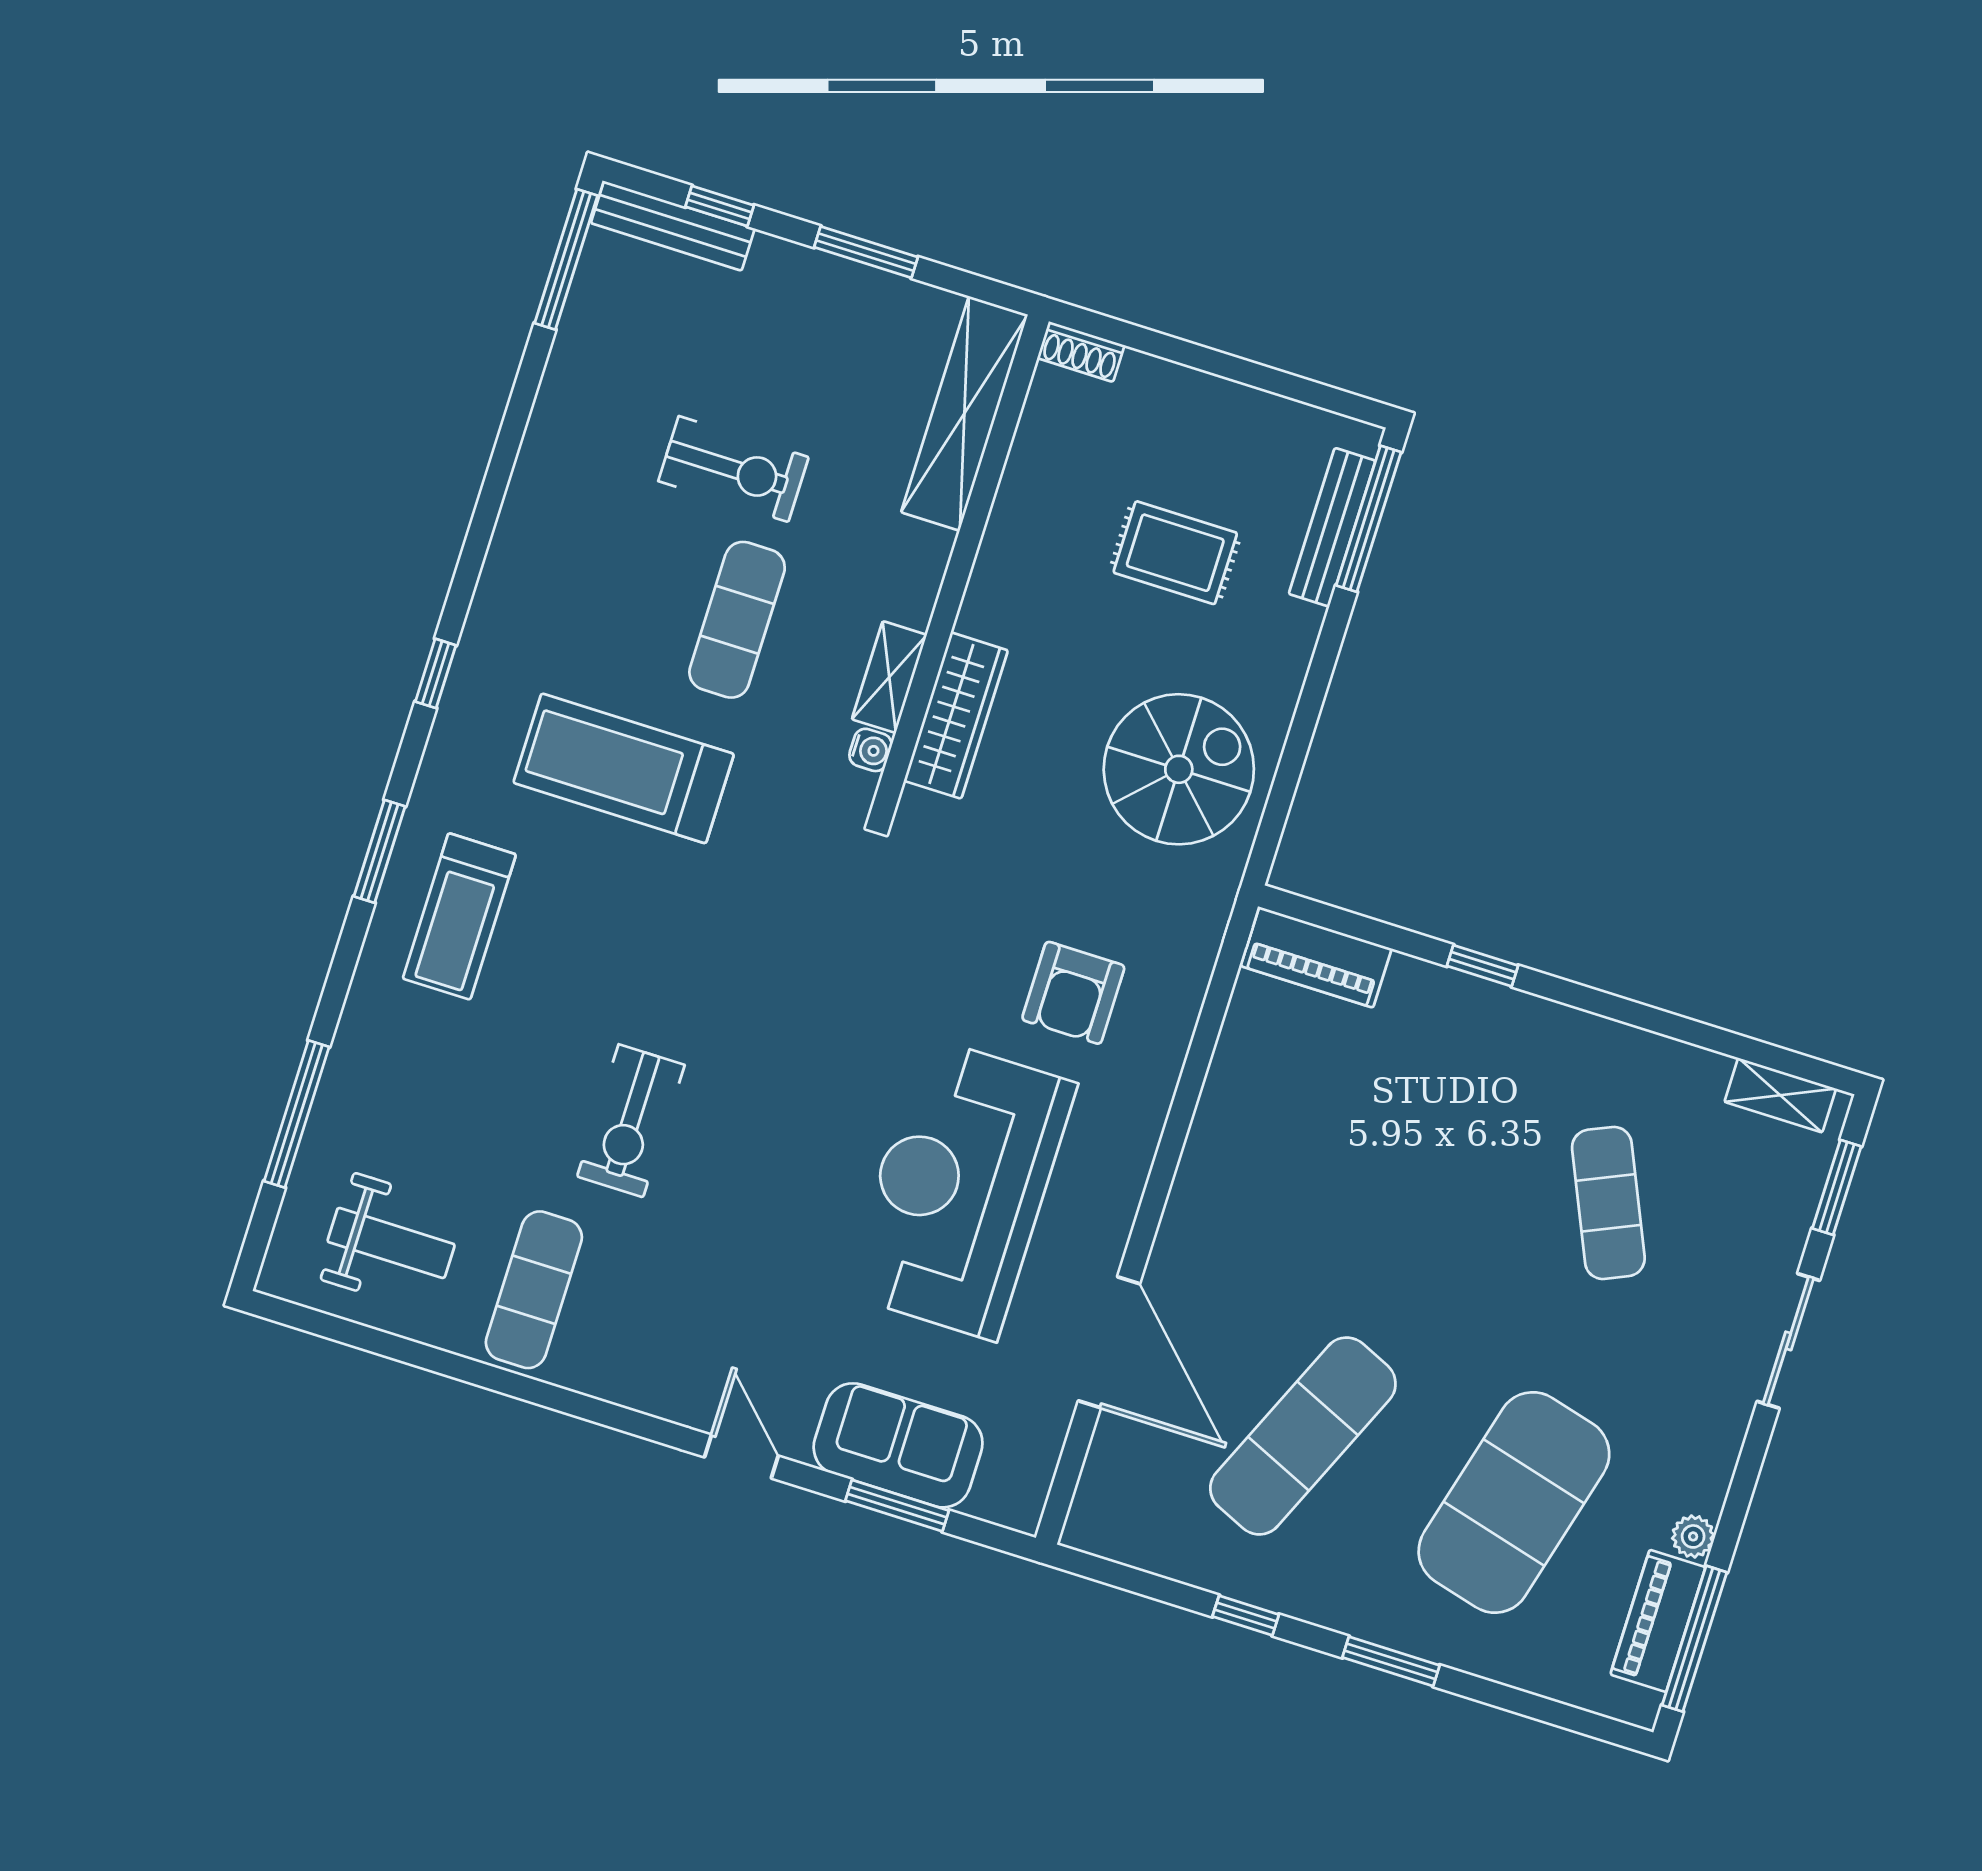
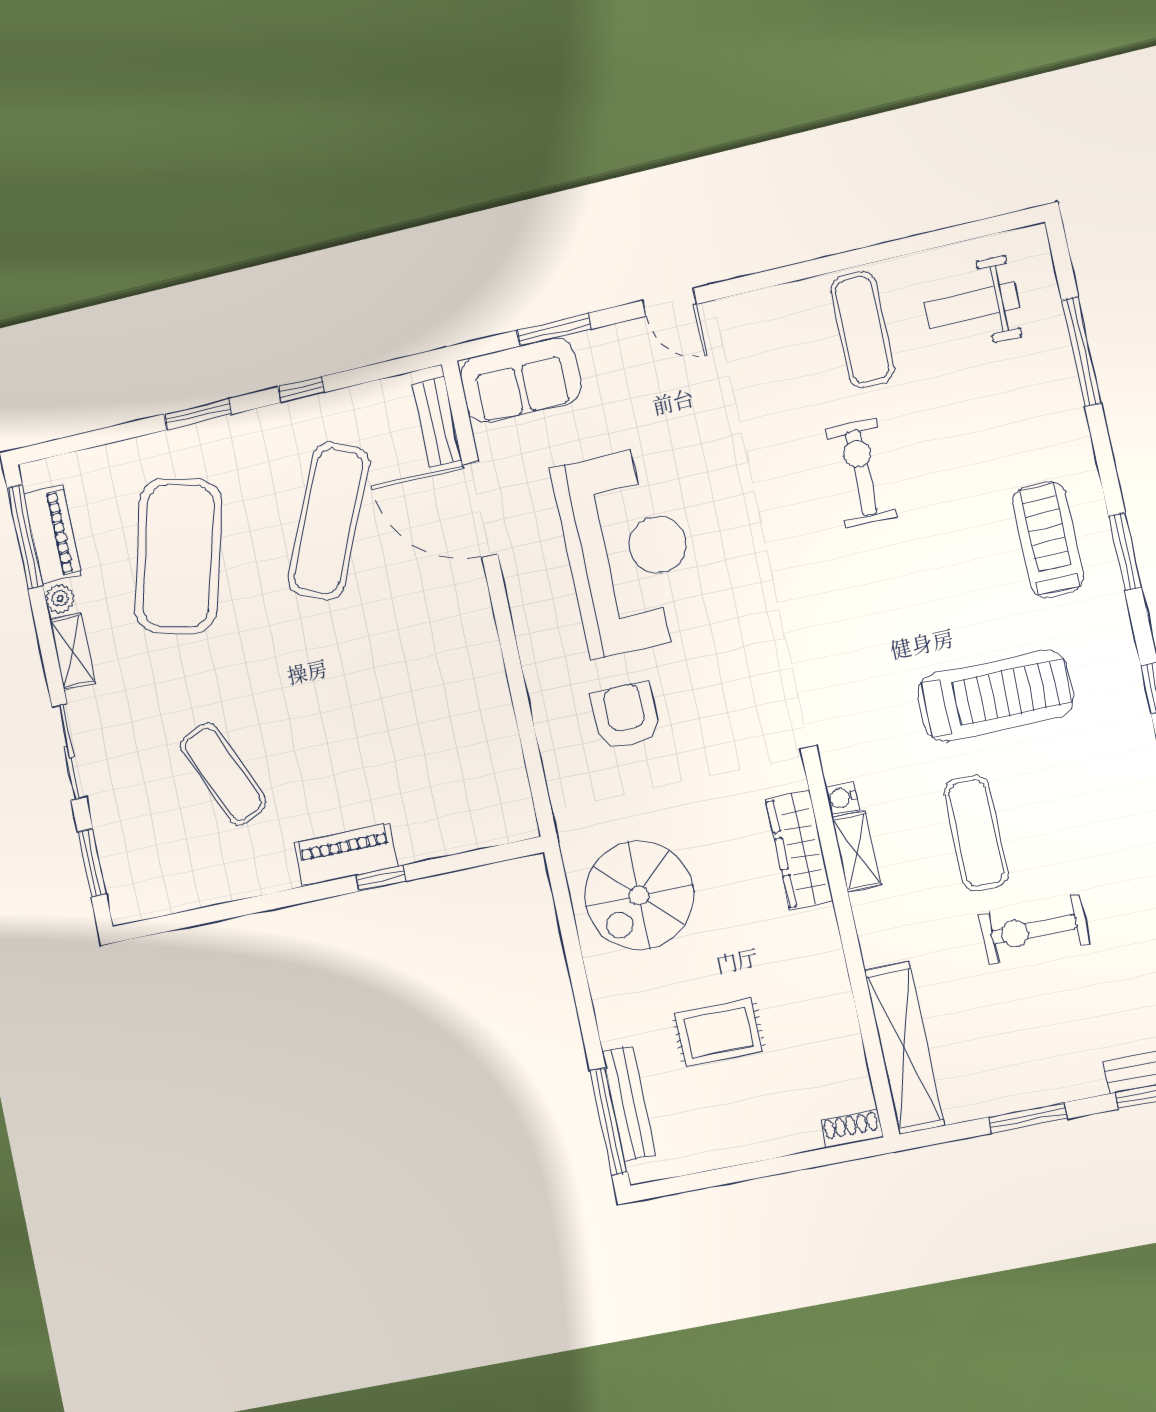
piano: (1316, 957) -> (346, 855), moved
shelving: (1780, 1095) -> (72, 651), moved, turned 90
sofa: (898, 1445) -> (520, 380), moved
bench: (1101, 1478) -> (438, 422), added

